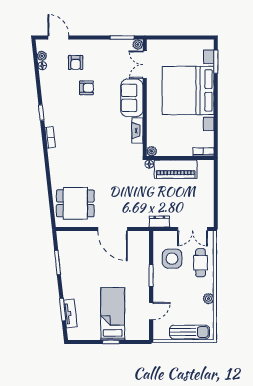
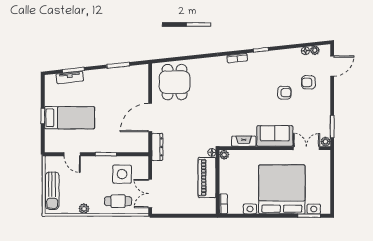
armchair: (86, 88) -> (284, 93), turned -90
dresser: (159, 222) -> (157, 147), moved, width x1.44

